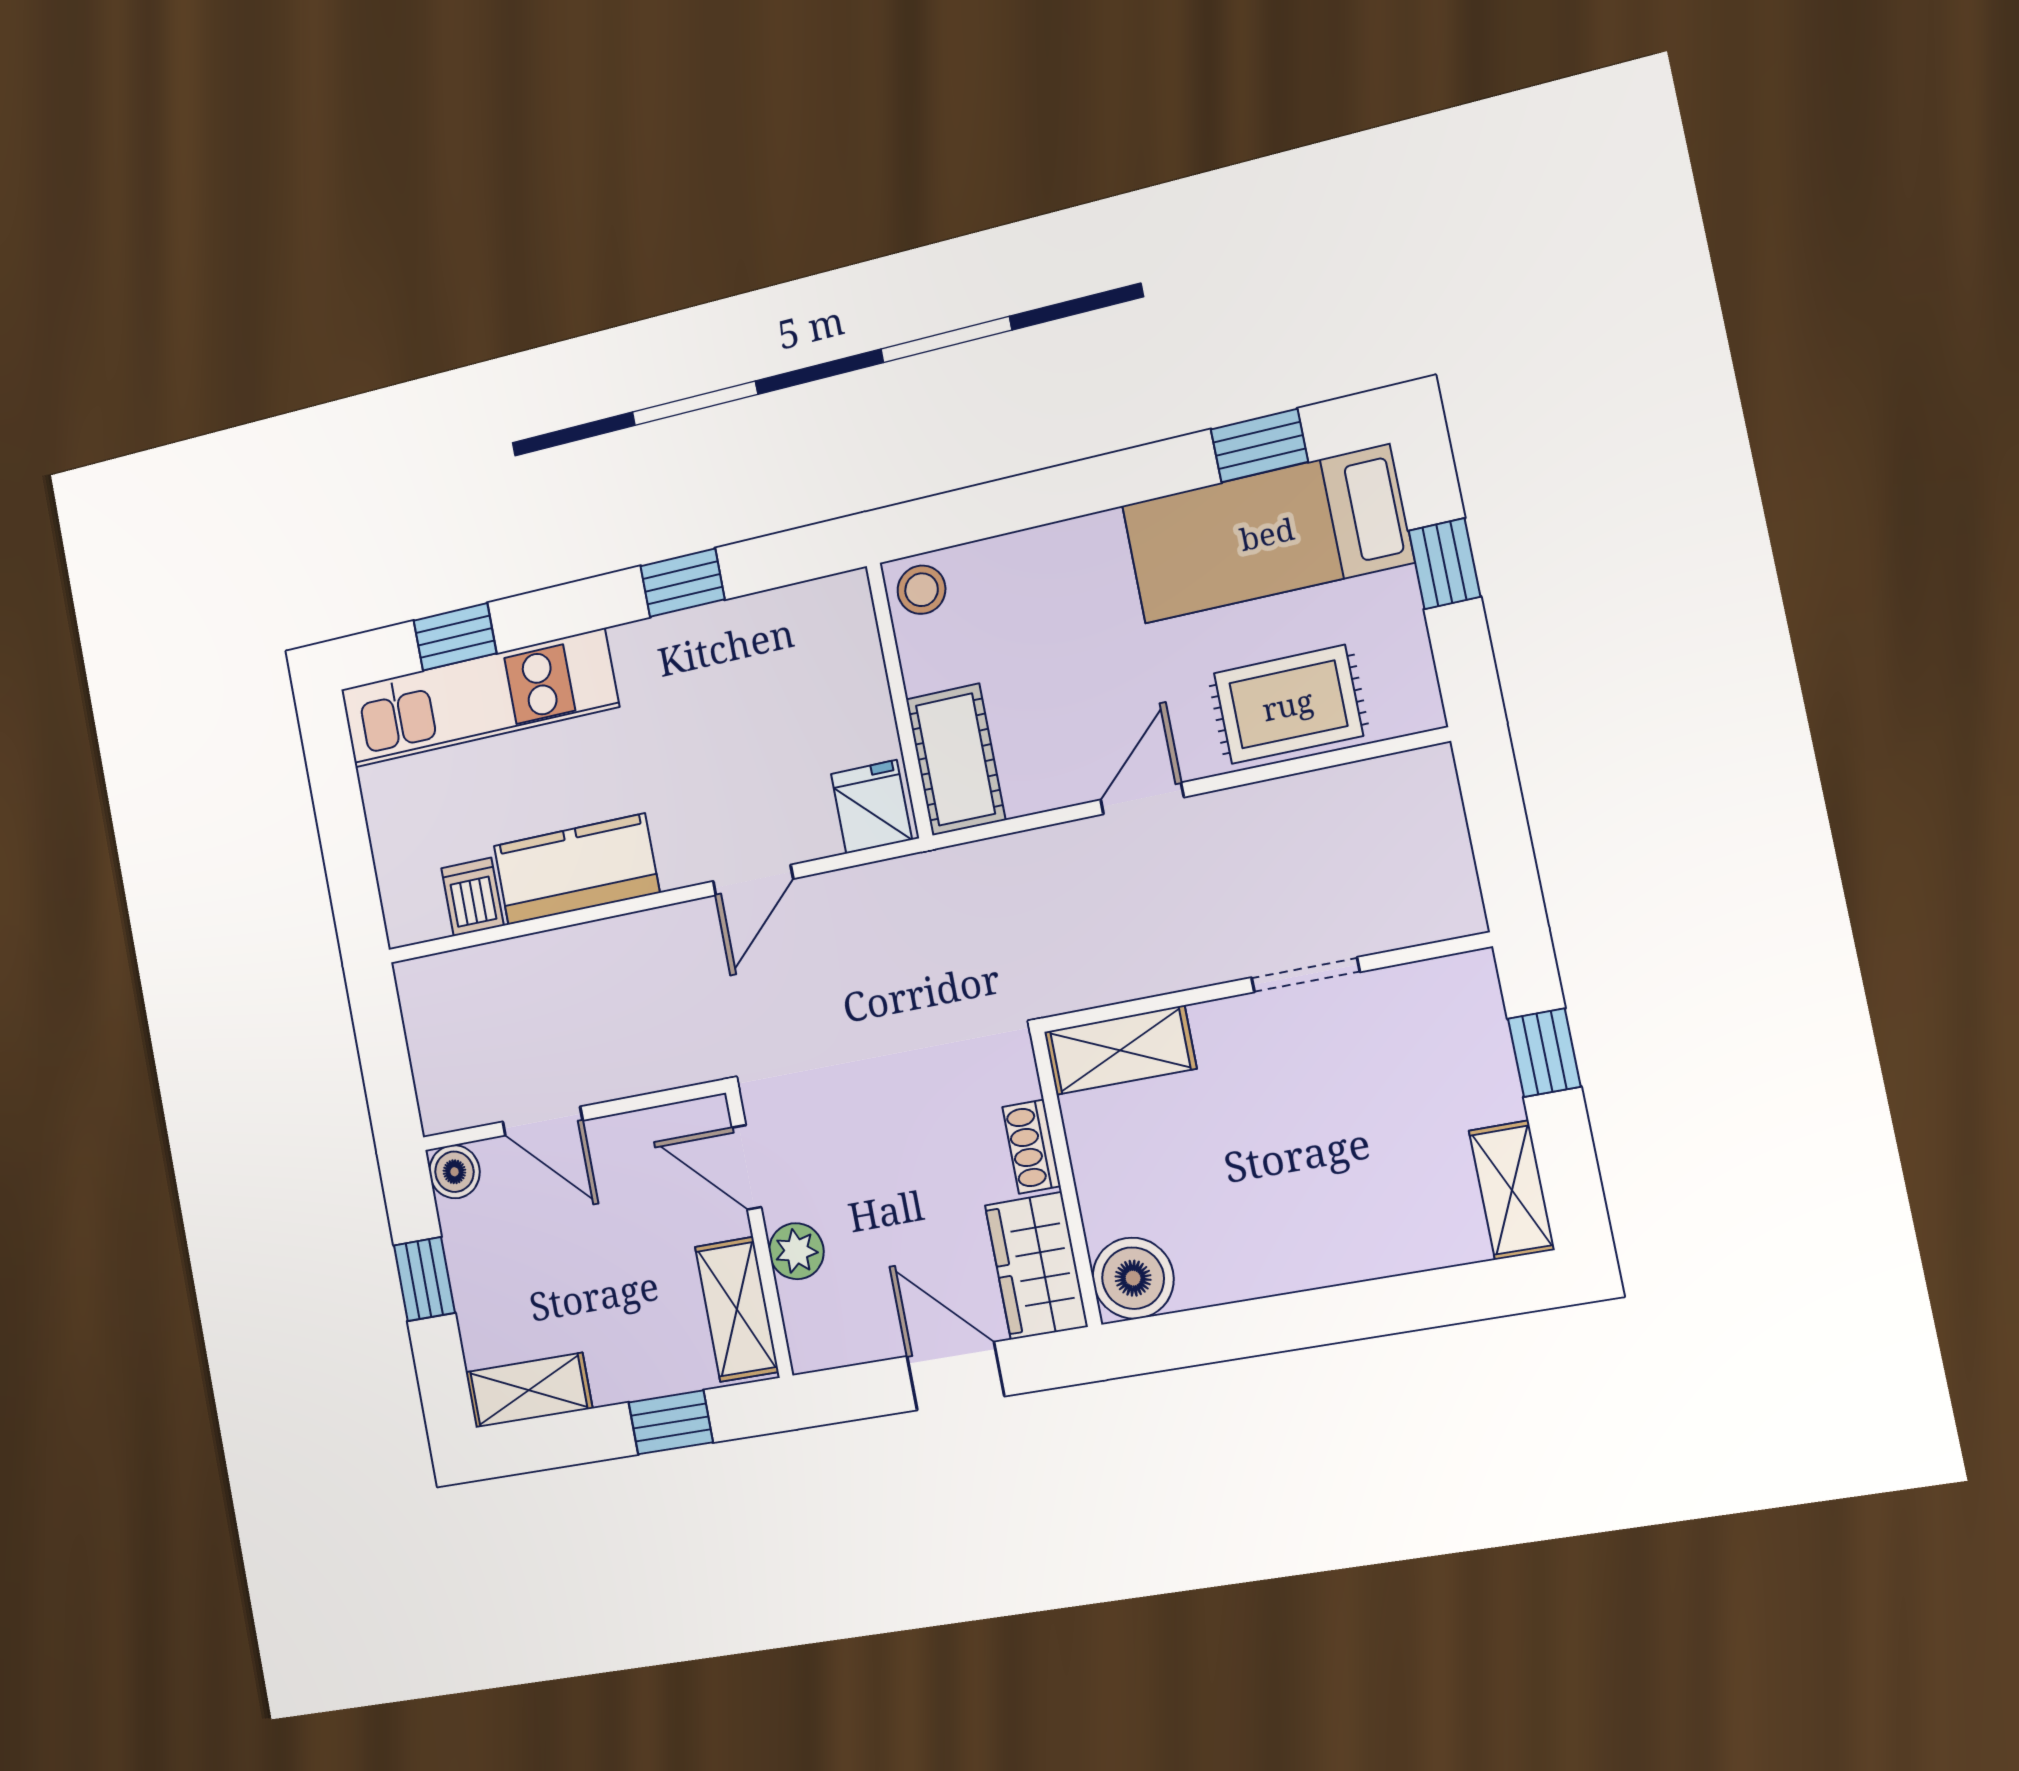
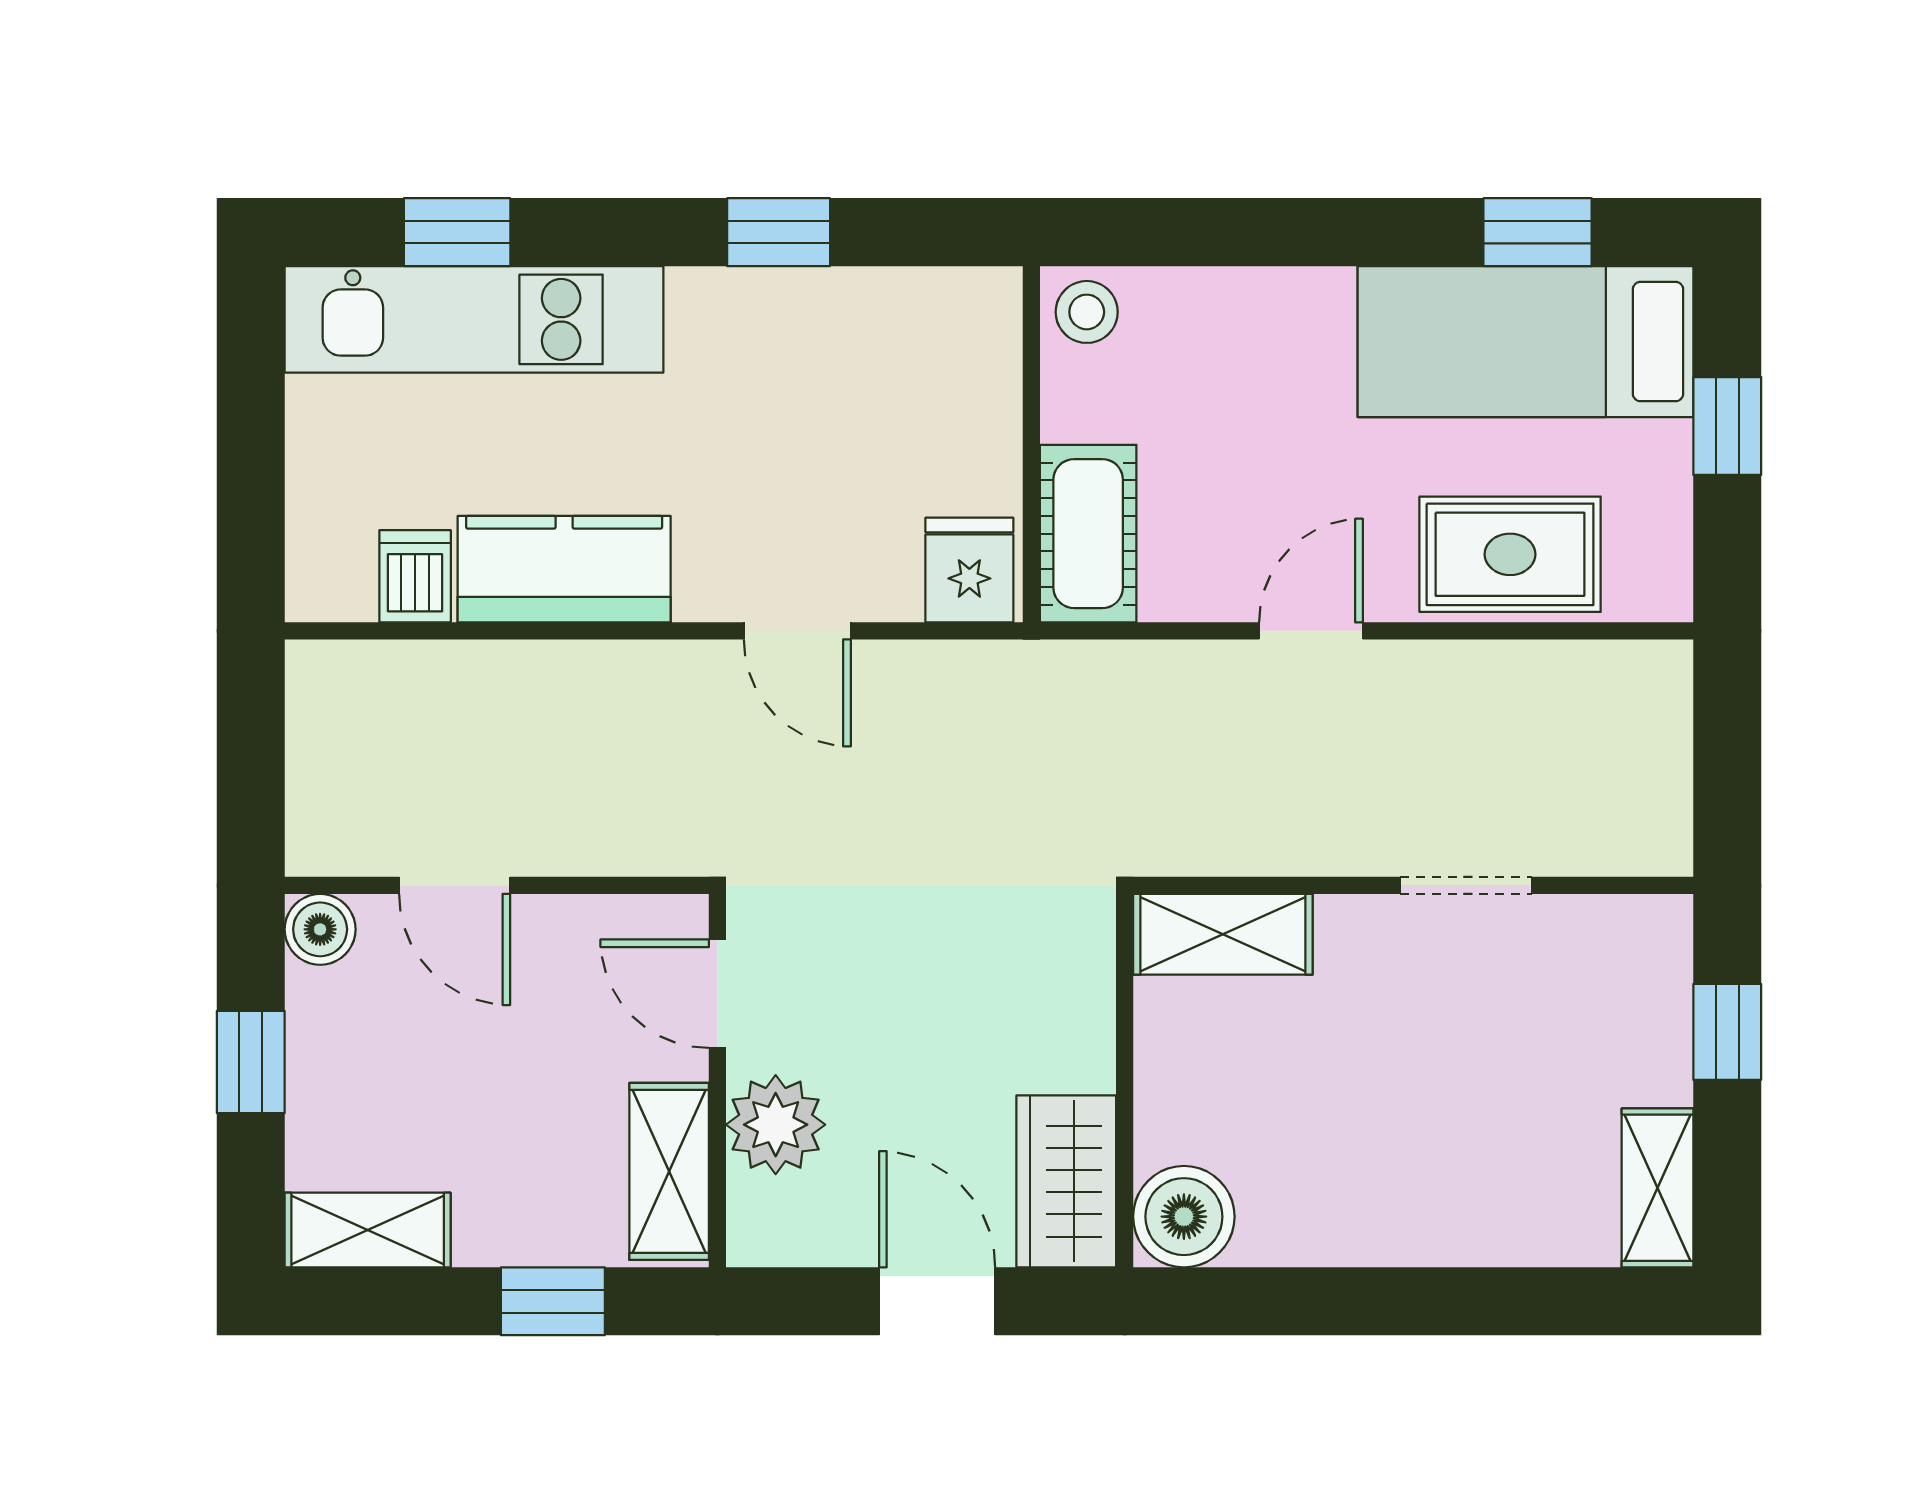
door: (753, 880) -> (797, 631), hinge flipped
shoe rack: (1031, 1147) -> (1089, 1033), removed
plant: (796, 1251) -> (776, 1125), width x1.38, depth x1.38

